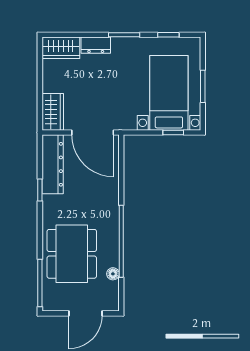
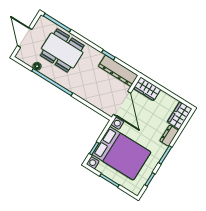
bed with nightstands: (169, 93) -> (122, 153), width x1.36
door: (93, 132) -> (122, 104), swing flipped

